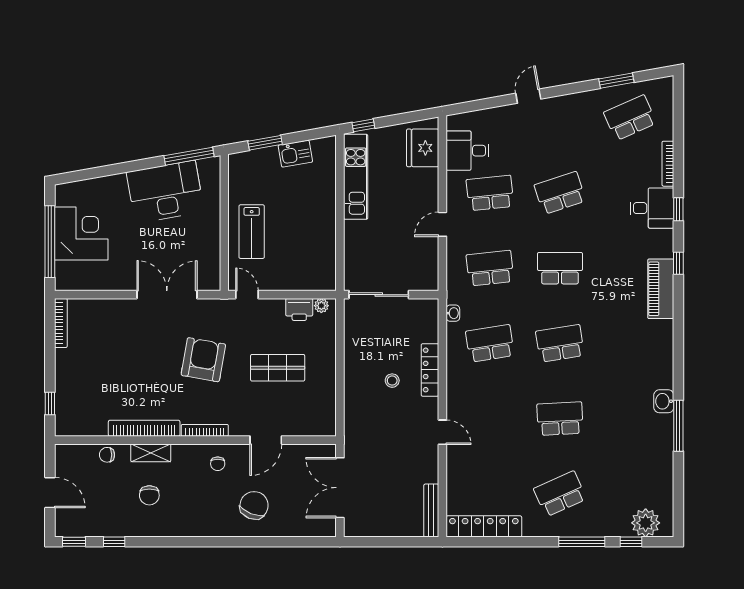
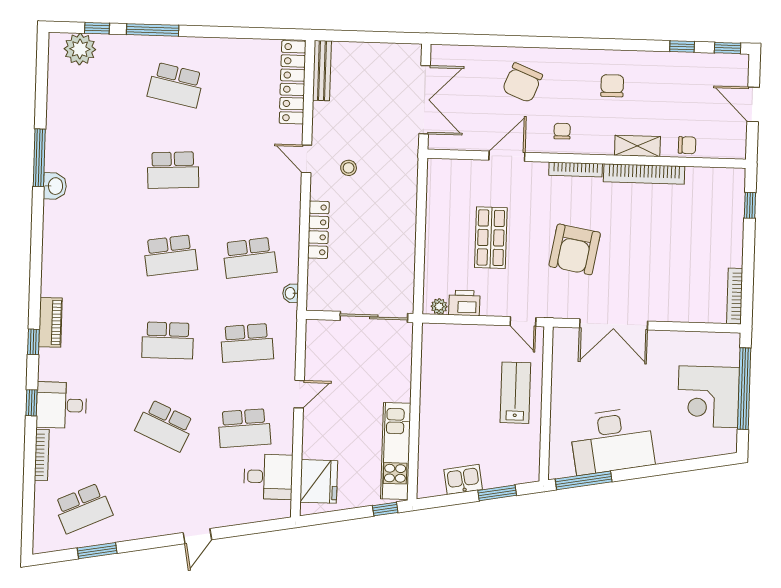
school desk: (560, 193) -> (165, 426), turned 42
piano: (661, 289) -> (50, 322), width x0.73, depth x0.75
shop shelf: (278, 368) -> (491, 238), turned 90
stool: (392, 381) -> (349, 168), moved
school desk: (560, 494) -> (176, 85), turned 36
chair: (149, 495) -> (612, 86), moved
locker: (484, 526) -> (293, 82), moved, turned 90

